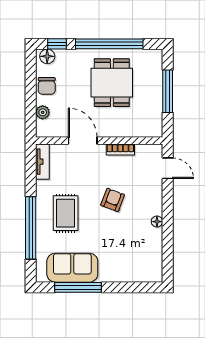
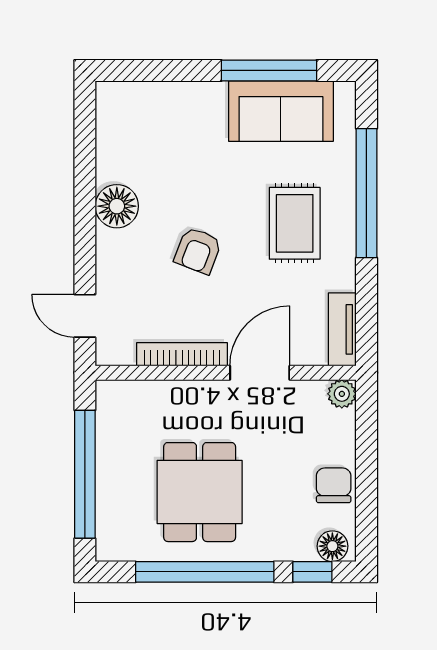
window: (168, 91) -> (85, 474), width x1.46
plant: (43, 112) -> (342, 394), moved
door: (83, 141) -> (260, 373), swing flipped
bookcase: (120, 150) -> (182, 354), width x1.56
floor lamp: (157, 222) -> (117, 206), width x1.89, depth x1.89

